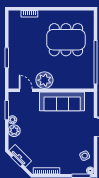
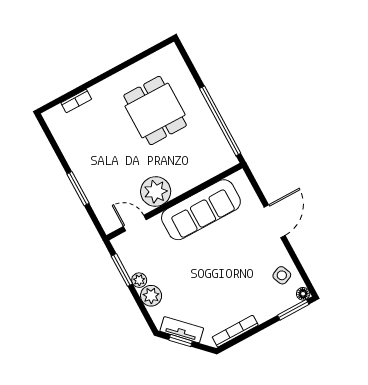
dining table: (66, 40) -> (155, 110), width x0.73

